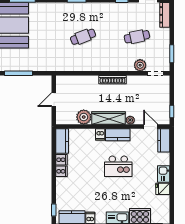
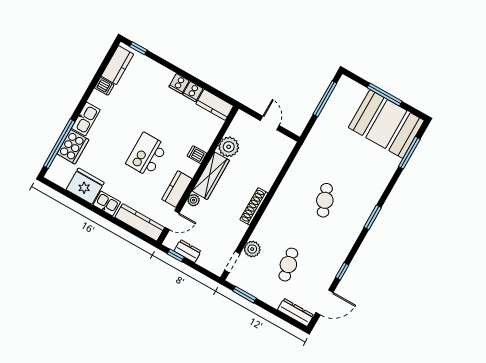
dresser: (165, 106) -> (188, 251), added
kitchen counter: (118, 135) -> (177, 189), moved
kitchen counter: (164, 140) -> (140, 222), width x1.50
fridge: (163, 189) -> (85, 186), width x1.88, depth x1.34

